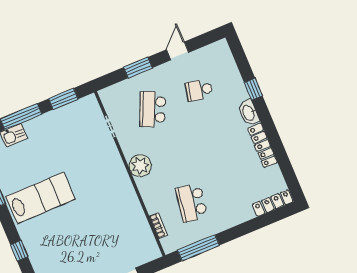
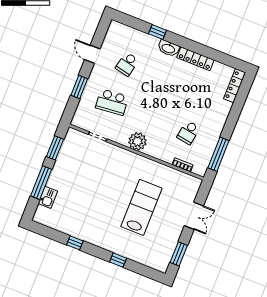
school desk: (153, 109) -> (112, 102), turned -30
lab bench: (40, 198) -> (141, 207), moved
school desk: (192, 203) -> (188, 133), width x0.54

